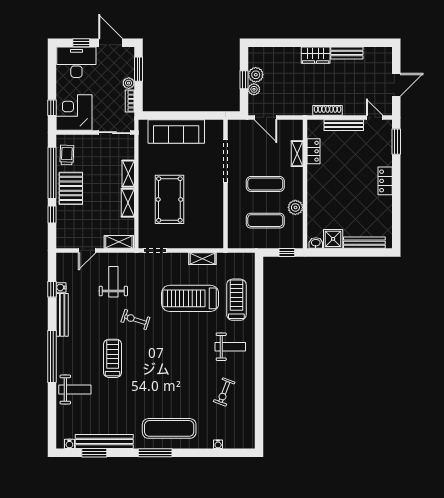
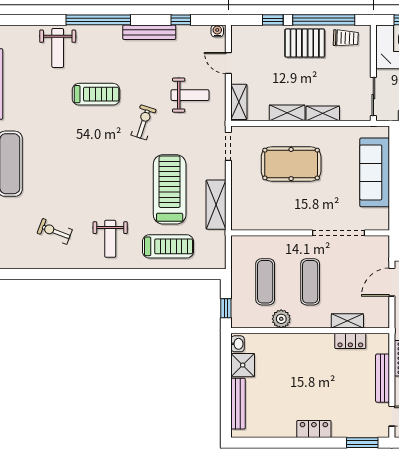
shelving: (202, 259) -> (216, 205), width x1.50, depth x1.33
water cooler: (61, 287) -> (217, 31), moved

